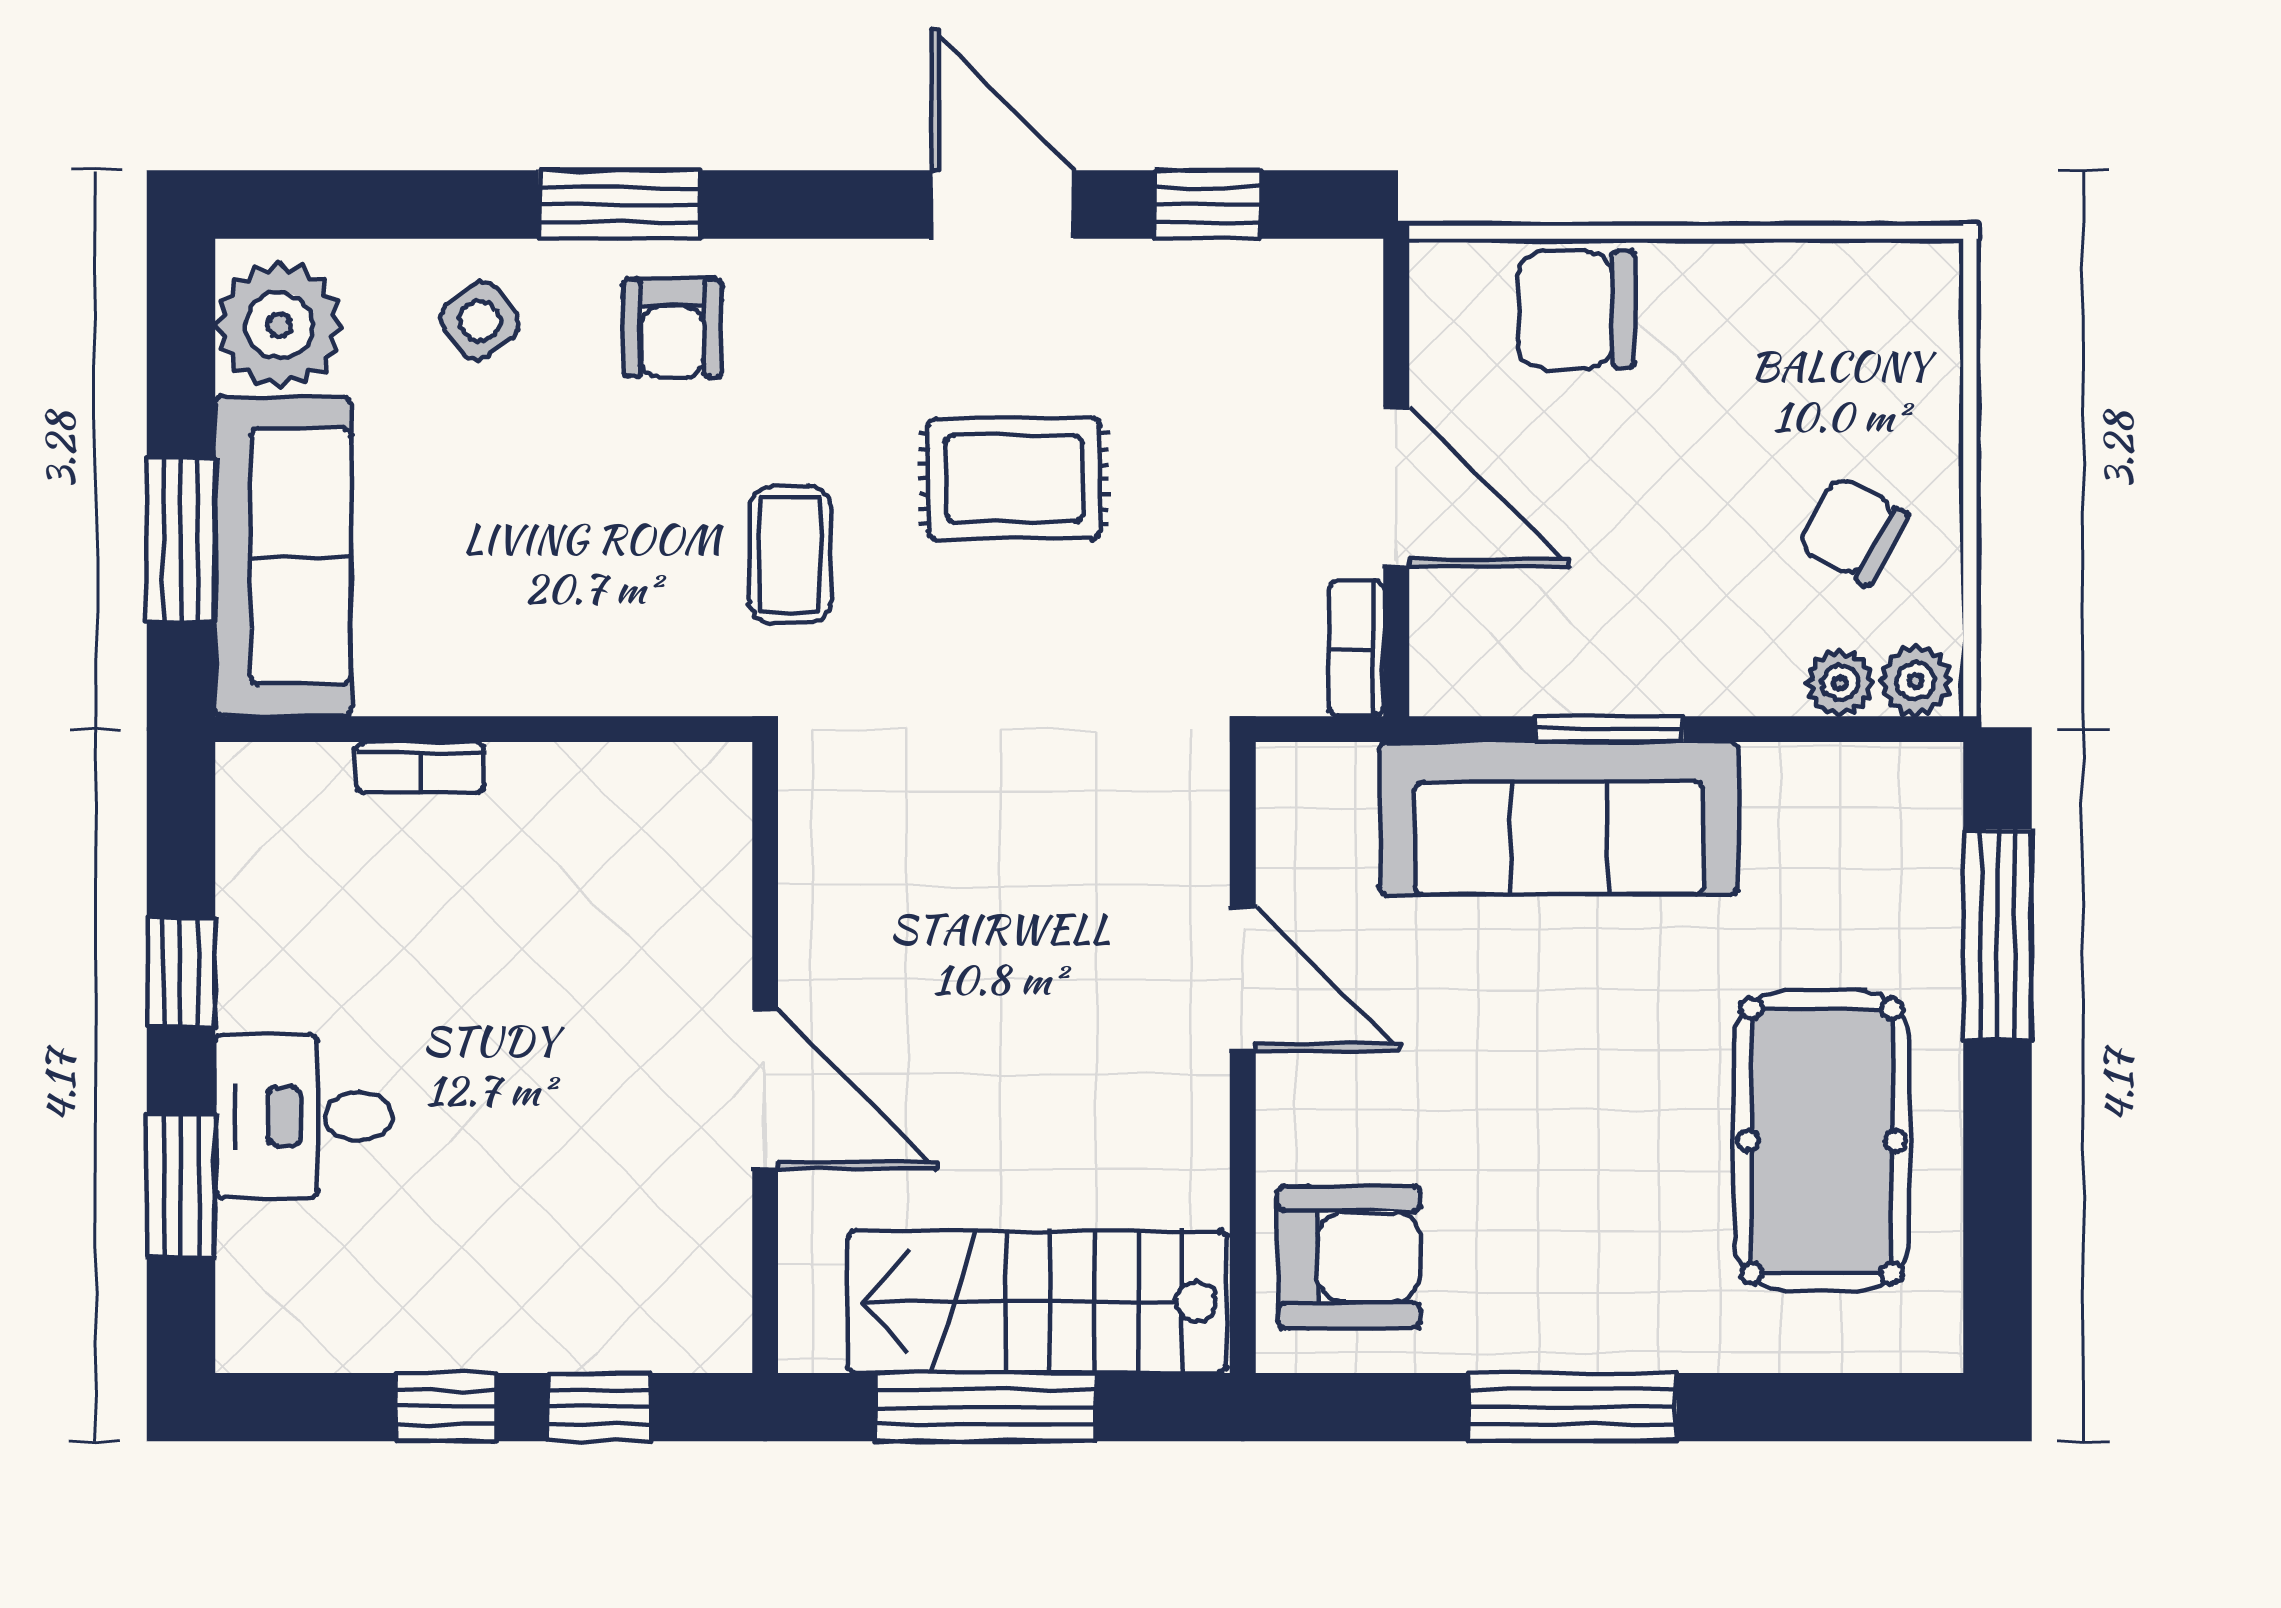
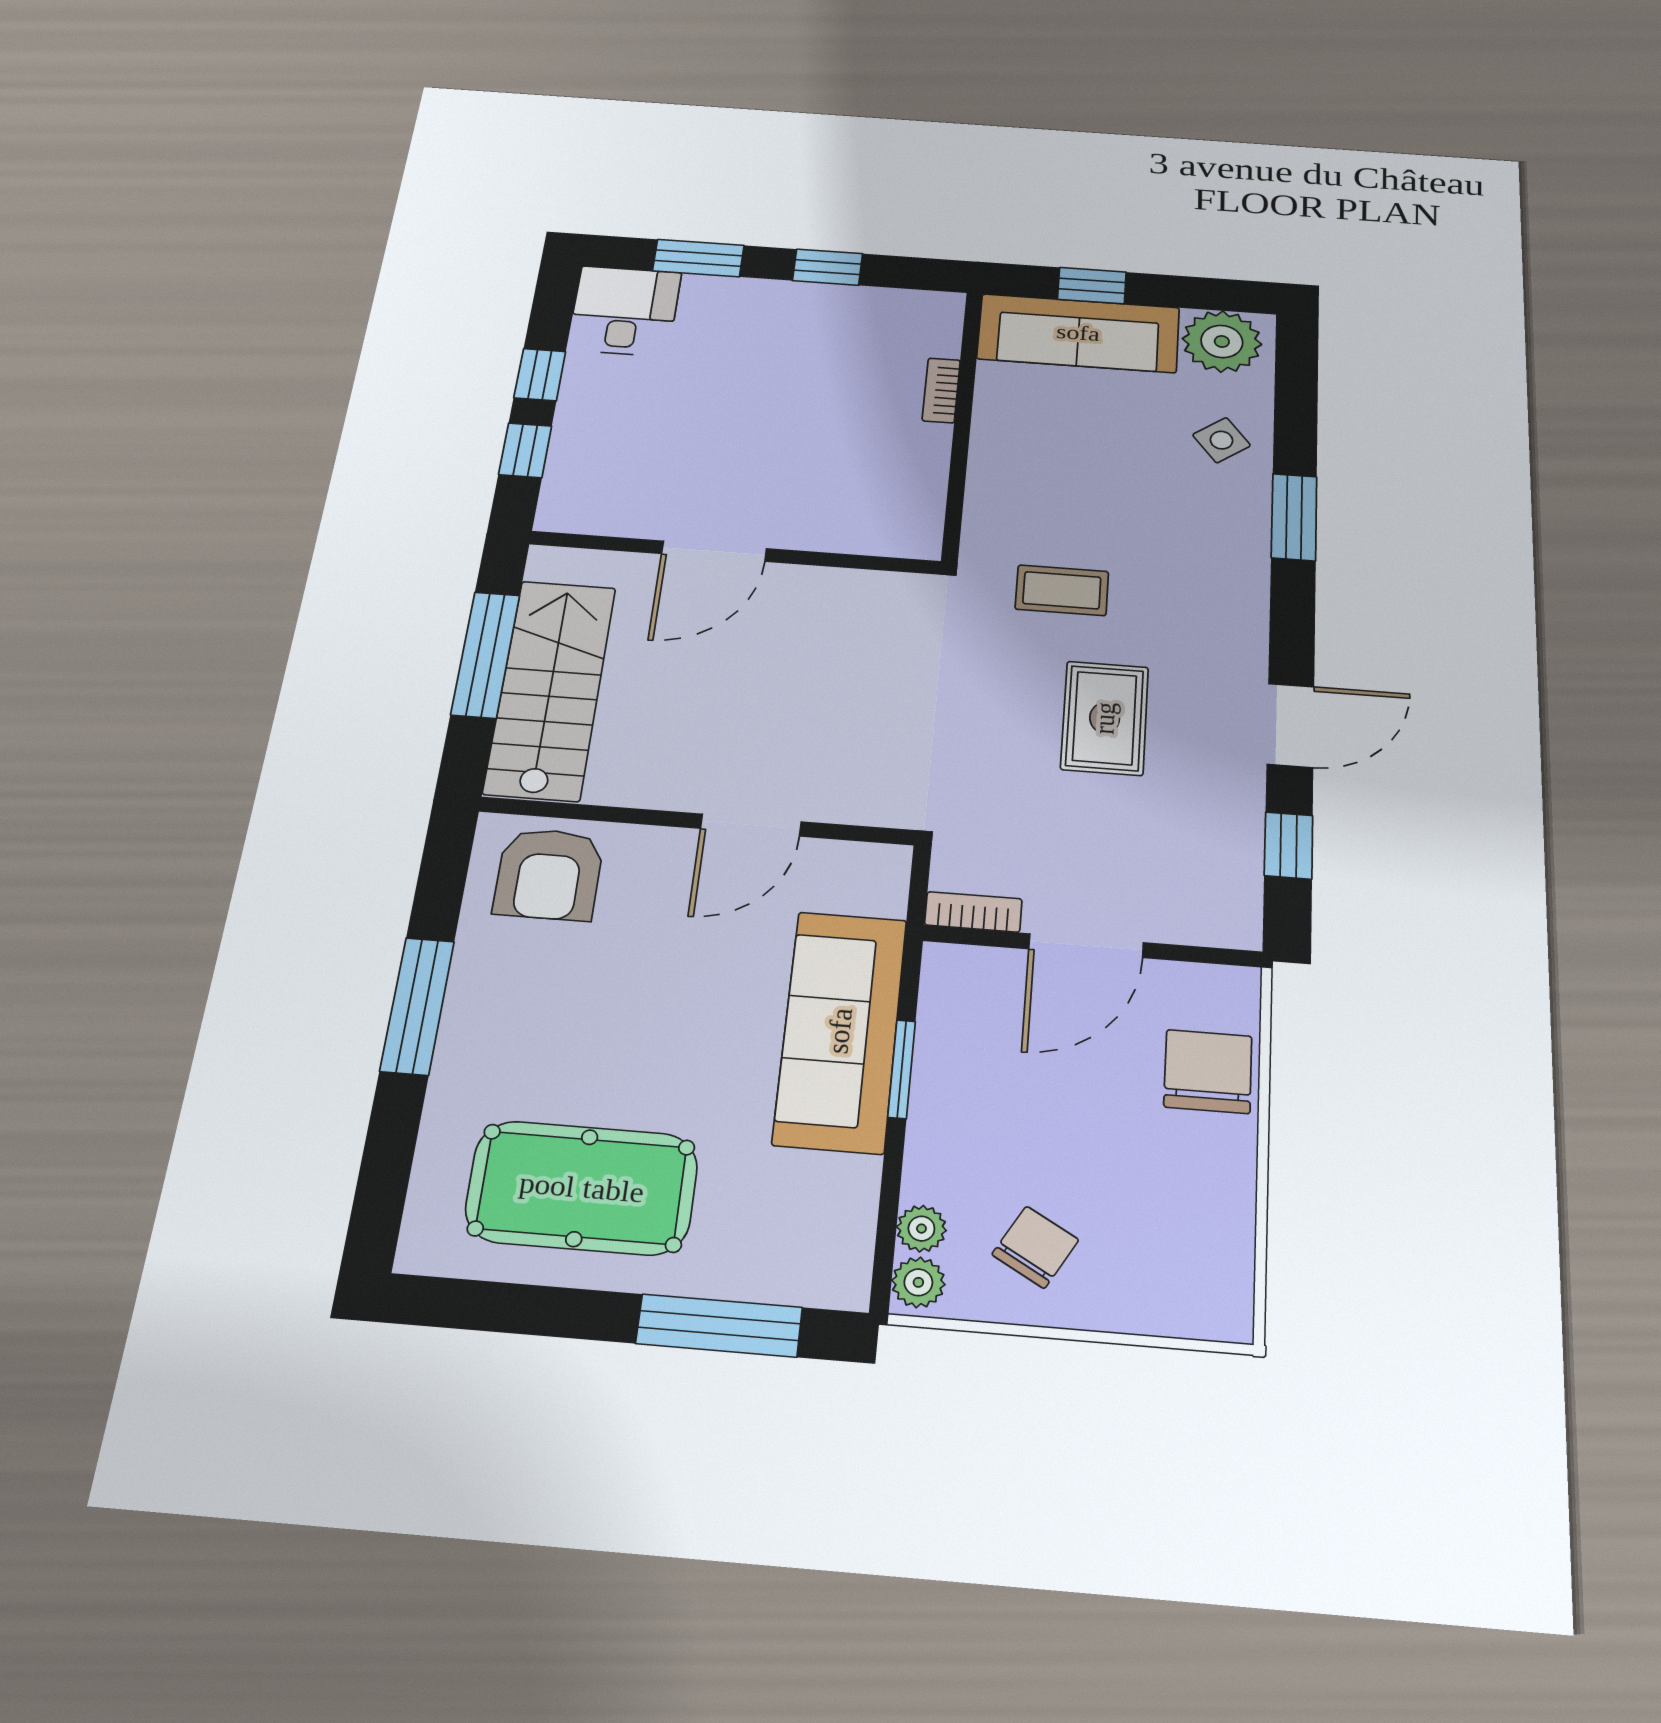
armchair: (672, 328) -> (1213, 539), removed
window: (181, 540) -> (1092, 286), width x0.67
desk: (304, 1116) -> (625, 311), moved

